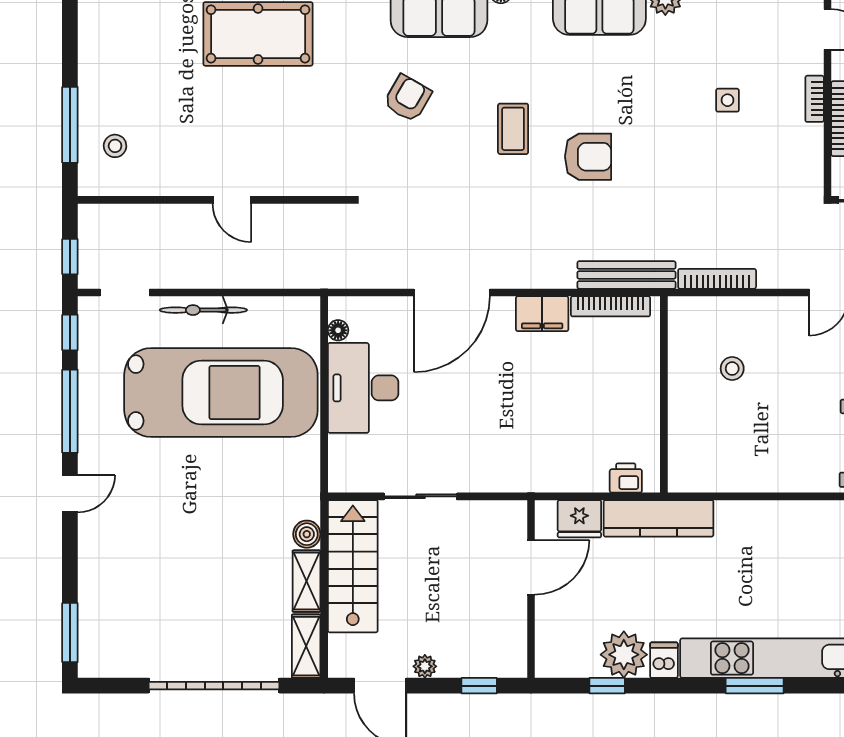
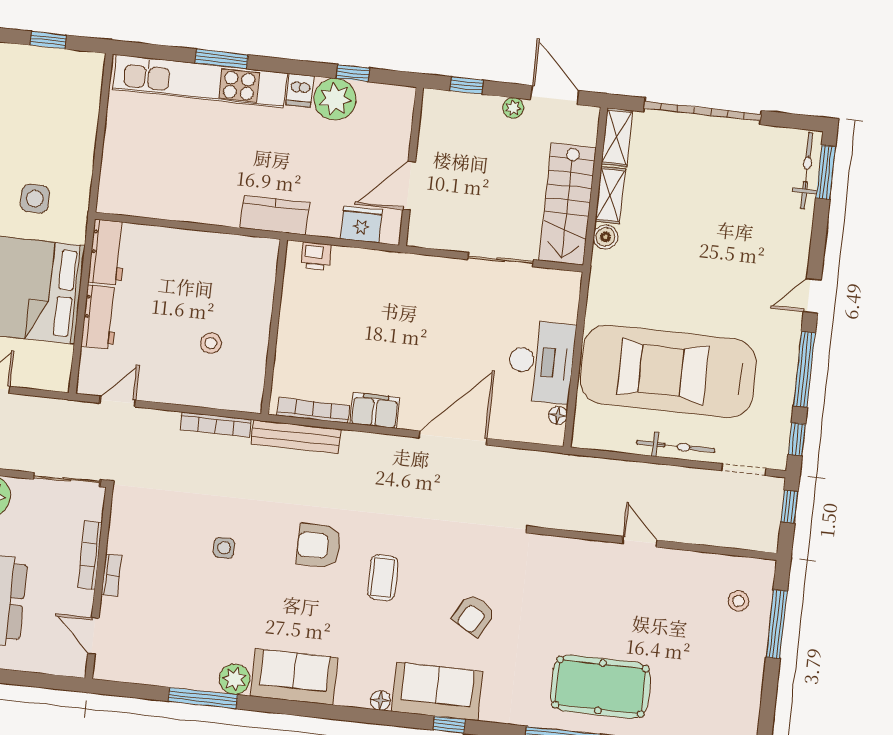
side table: (728, 100) -> (224, 548), moved
kitchen counter: (659, 518) -> (275, 215), width x0.67
bicycle: (91, 632) -> (807, 171), added

